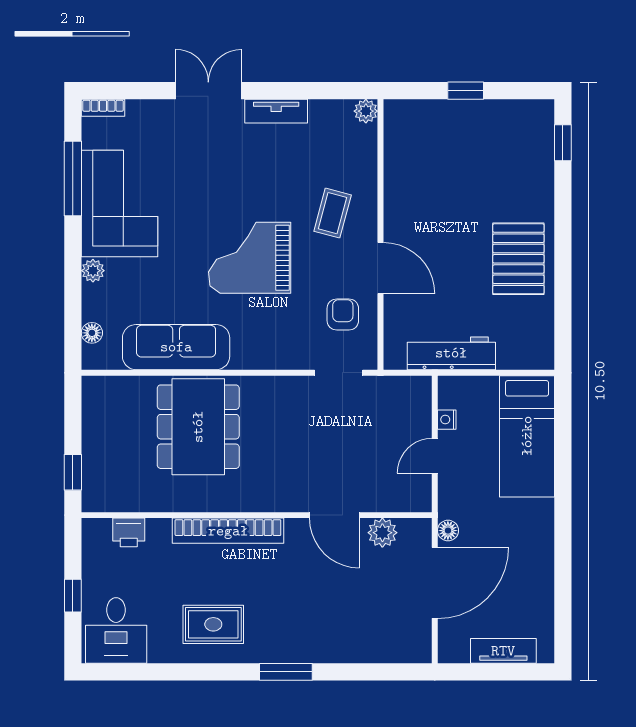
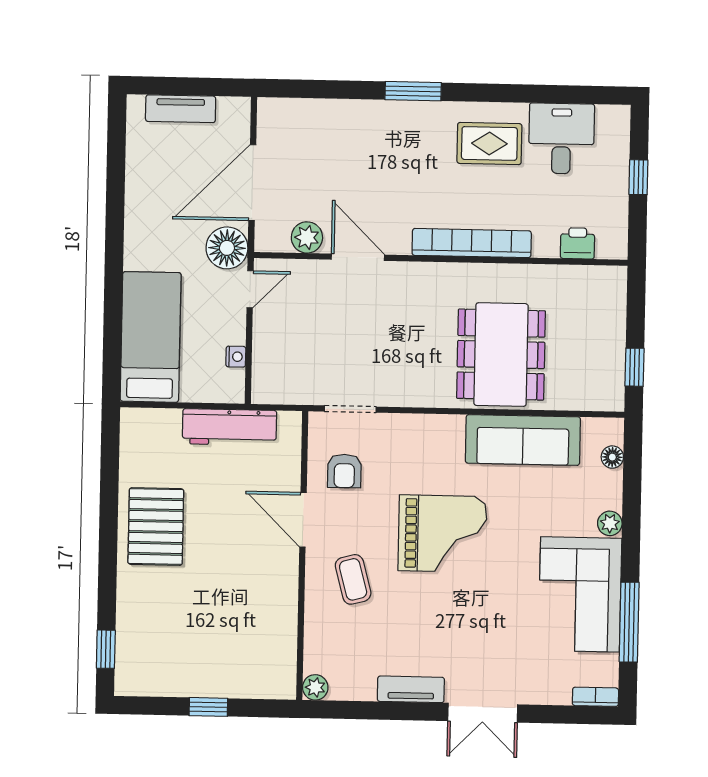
coffee table: (333, 213) -> (353, 579), turned -30
door: (435, 456) -> (250, 289), moved
window: (73, 472) -> (634, 367), moved
floor lamp: (448, 531) -> (227, 248), width x1.89, depth x1.89
desk: (116, 630) -> (561, 138), moved

